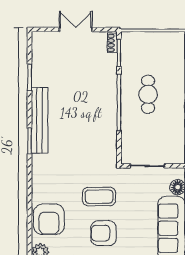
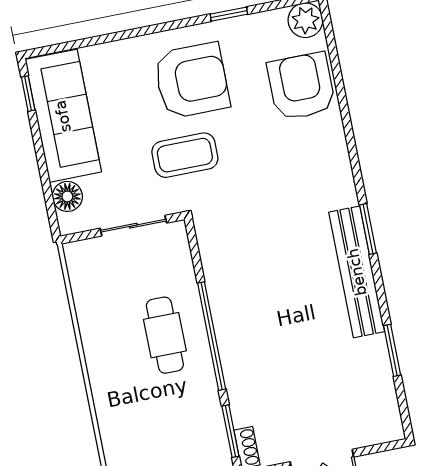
cafe table: (148, 94) -> (165, 335), moved
coffee table: (99, 197) -> (185, 155), moved
armchair: (104, 233) -> (192, 81), width x1.36, depth x1.36

